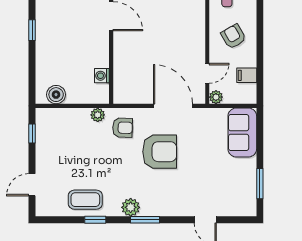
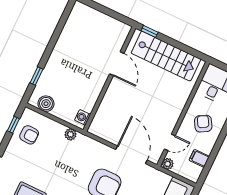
window: (32, 30) -> (37, 76), moved
washing machine: (102, 76) -> (83, 117), moved
armchair: (122, 128) -> (29, 135), moved

